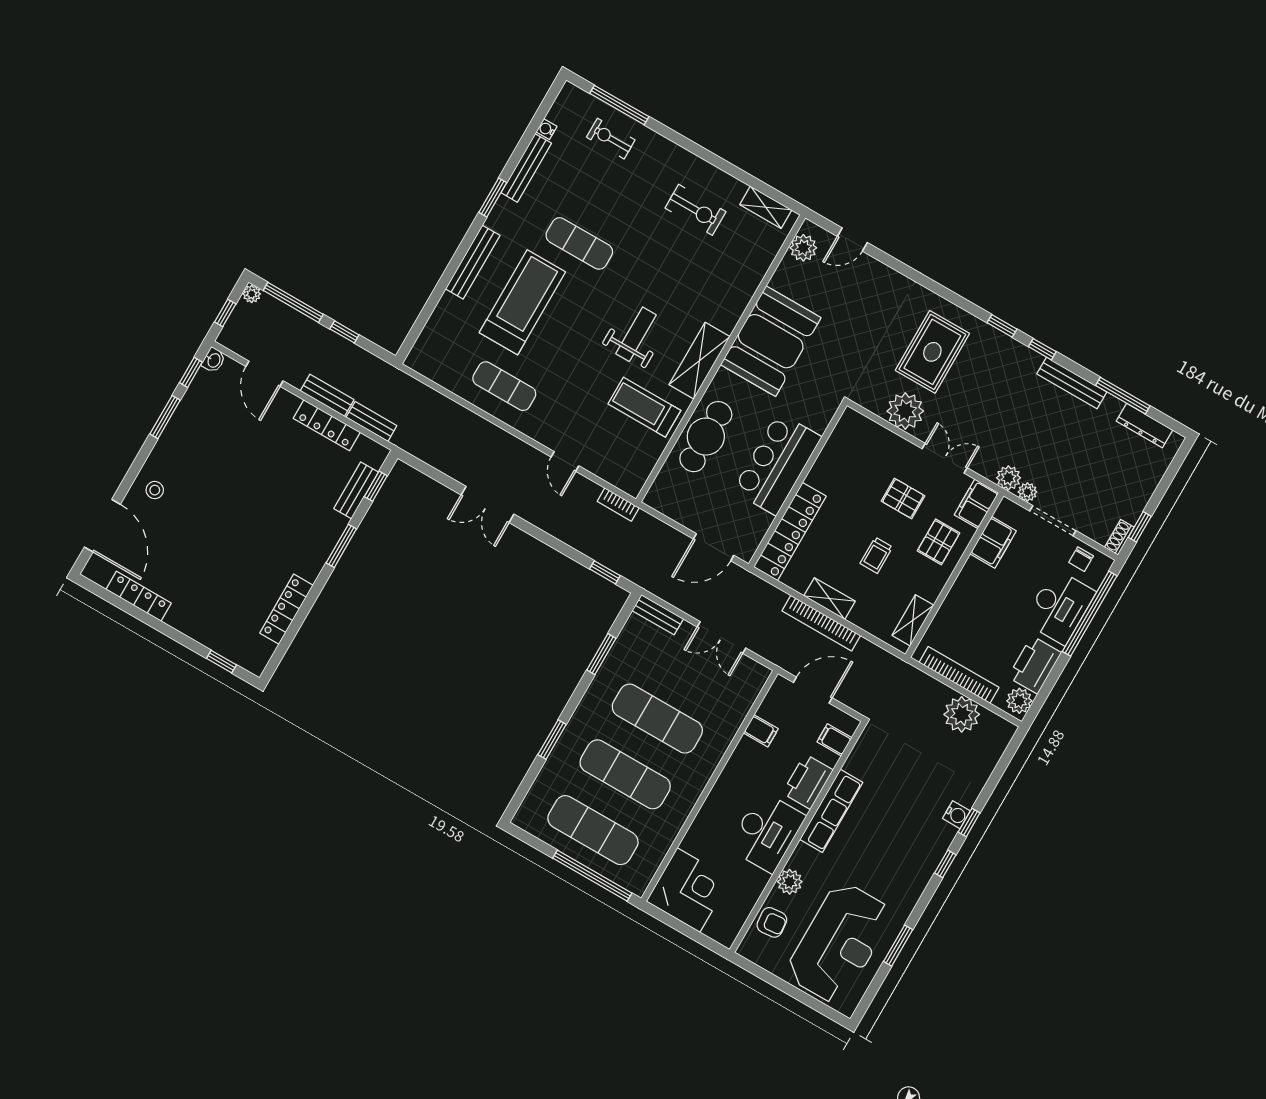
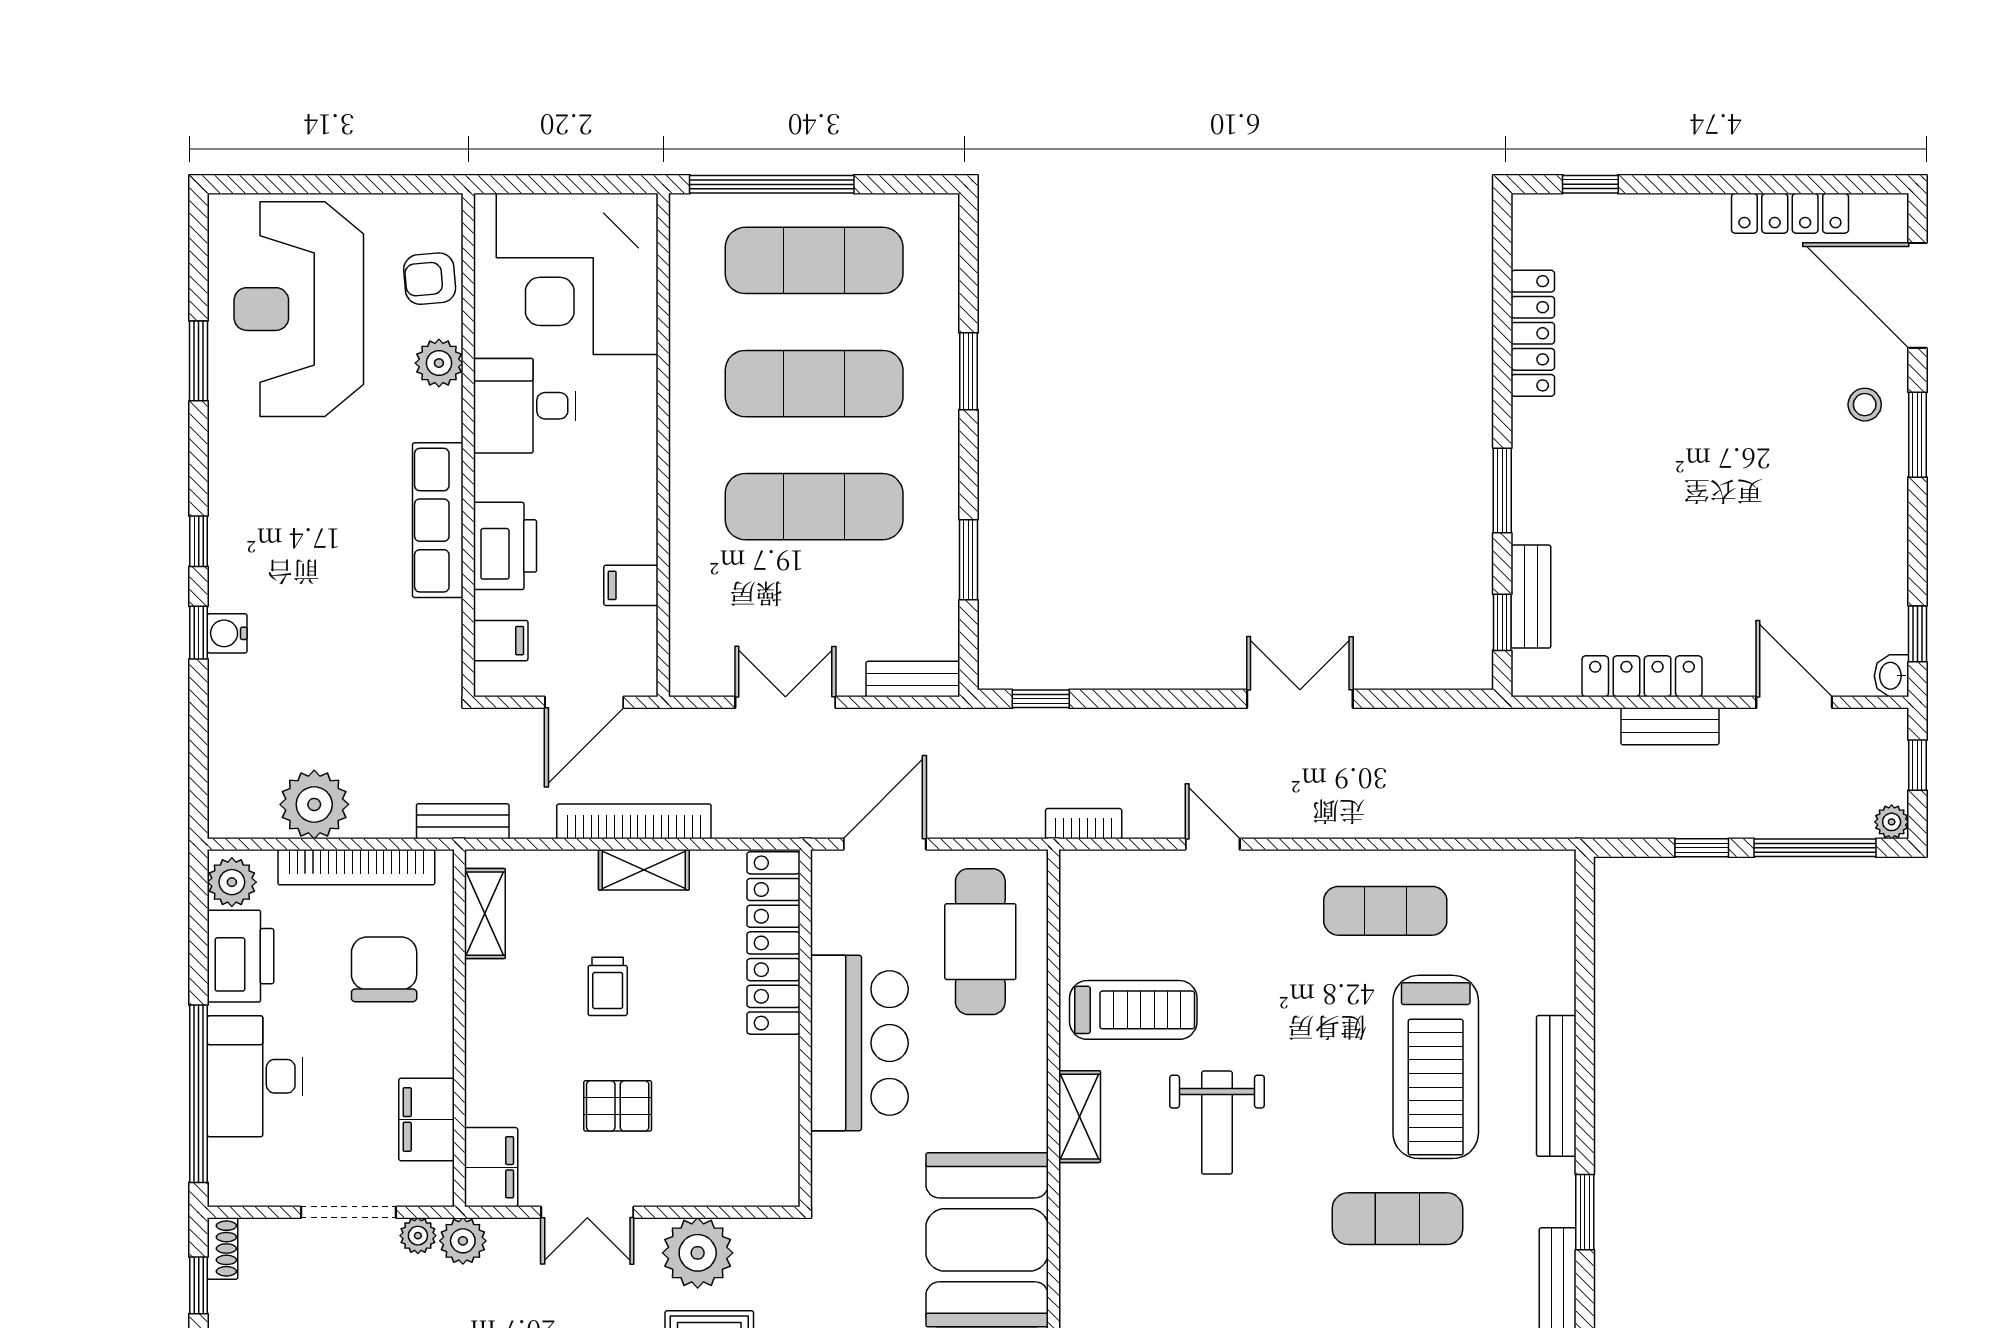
shelving: (699, 361) -> (1080, 1117), width x0.67, depth x0.75
window: (165, 417) -> (1917, 435), moved
bench: (371, 422) -> (463, 821), moved
cafe table: (706, 437) -> (980, 942), moved
pallet: (938, 542) -> (518, 1068), removed
trolley: (876, 555) -> (608, 986), turned 180
chair: (1081, 559) -> (384, 969), moved, width x1.87, depth x1.87
desk: (767, 832) -> (525, 406), width x0.73
corner desk: (688, 890) -> (577, 274), width x1.36, depth x1.36

